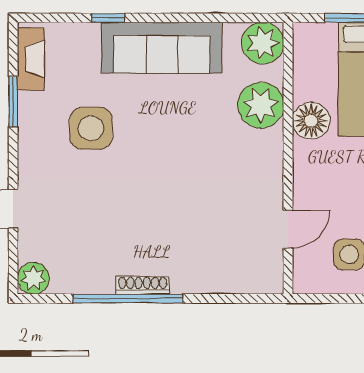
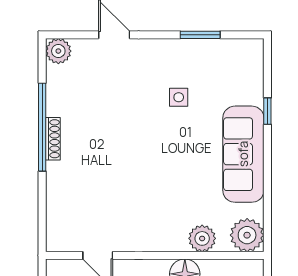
fireplace: (31, 59) -> (234, 49), removed
plant: (261, 105) -> (202, 238), width x0.73, depth x0.73
side table: (91, 128) -> (179, 97), width x0.54, depth x0.54

